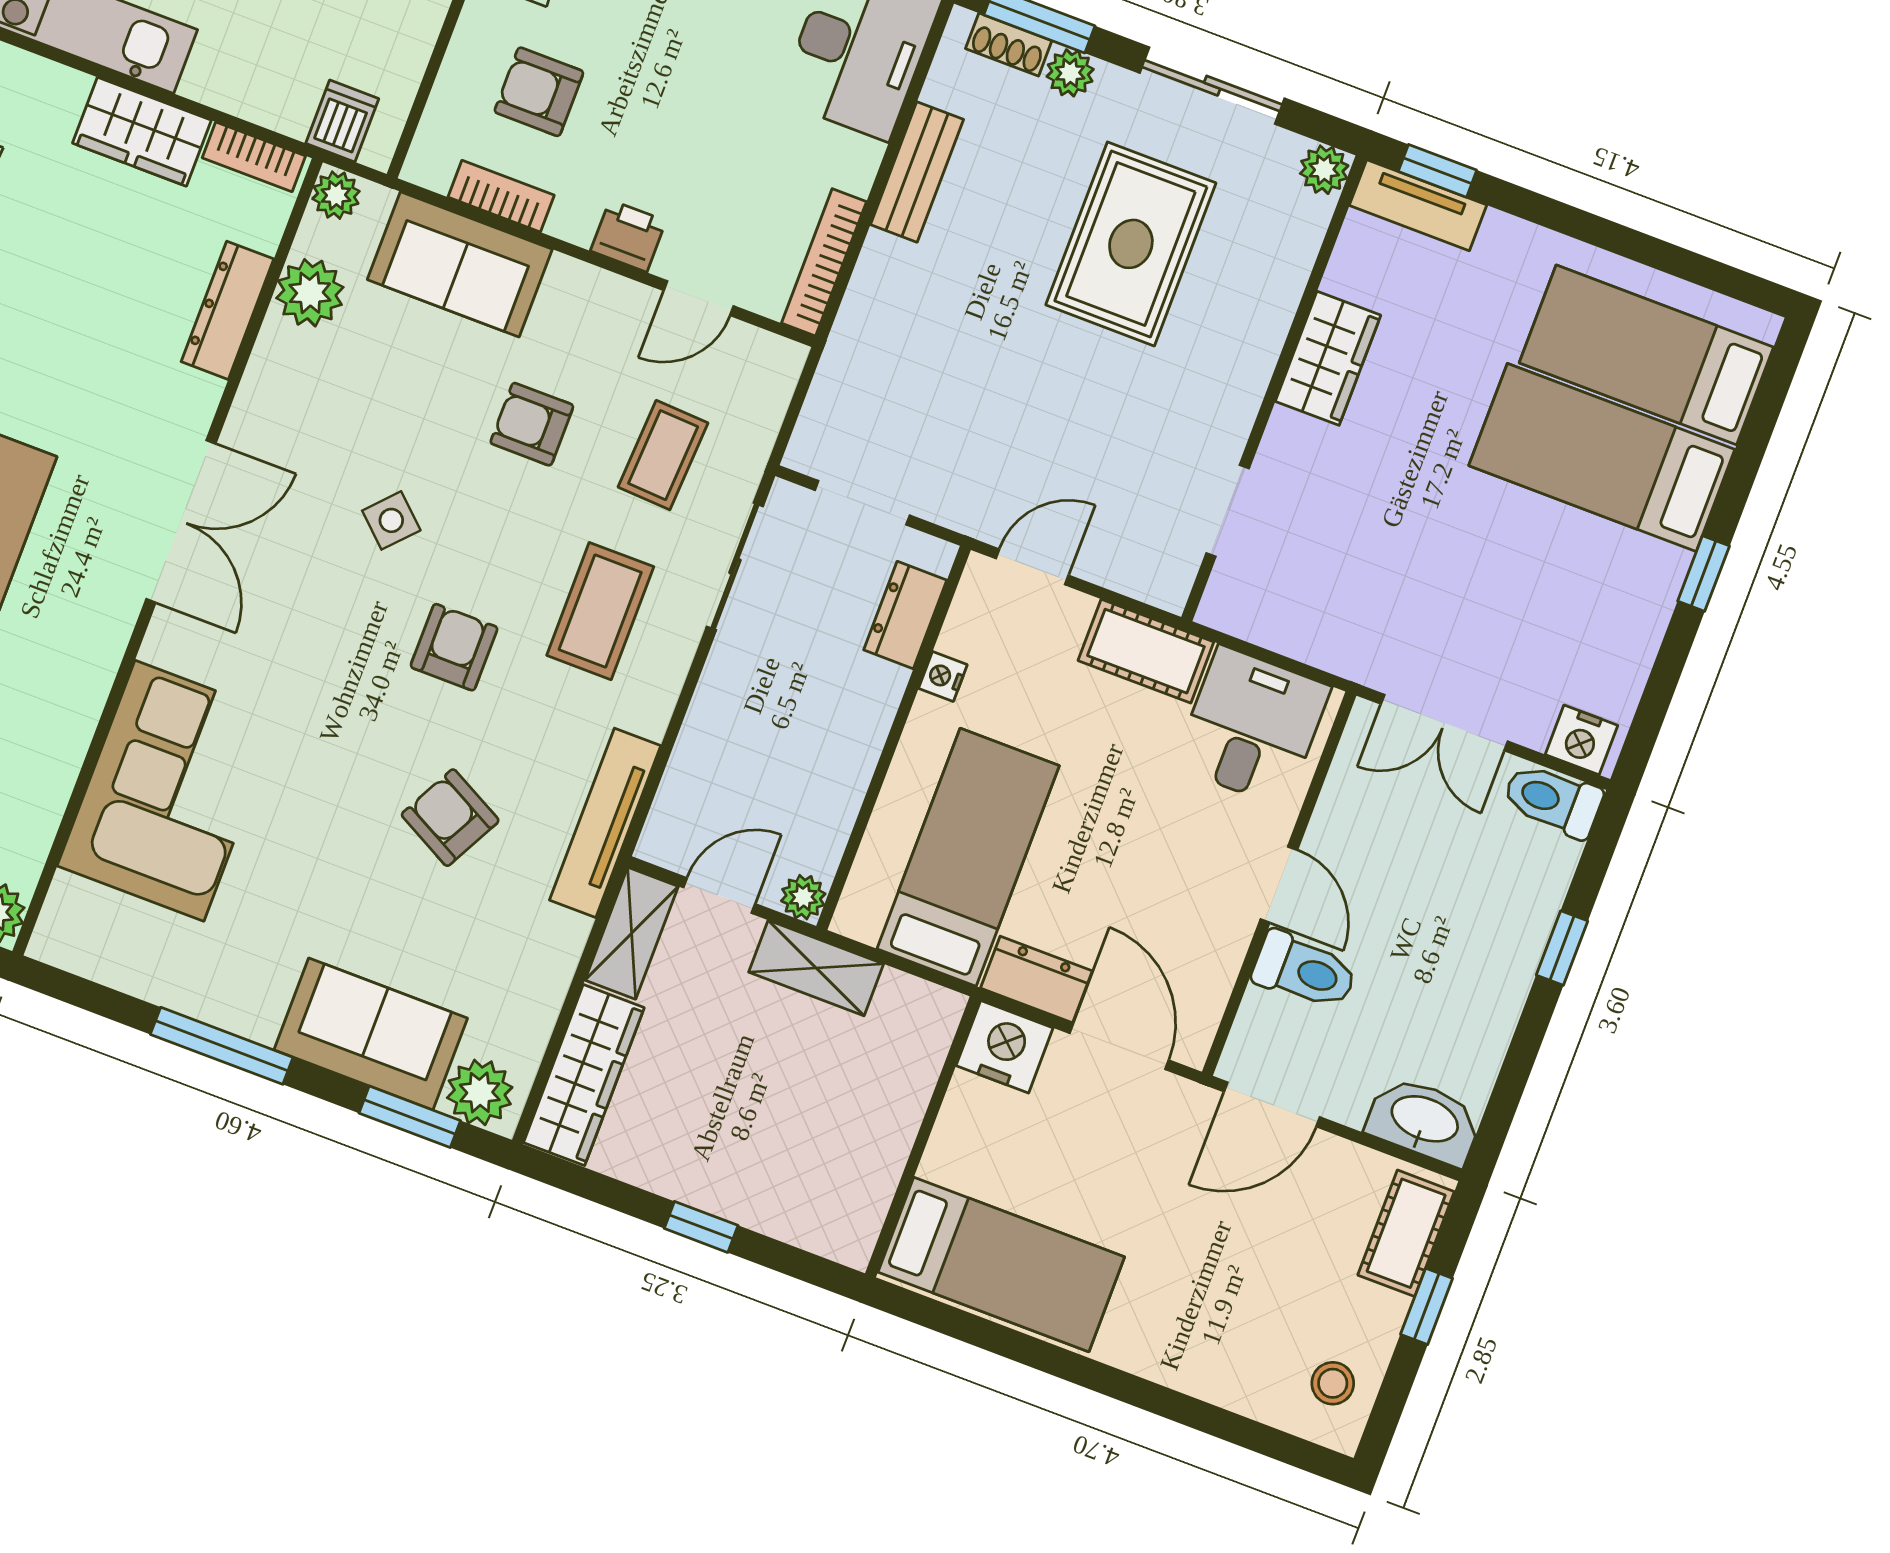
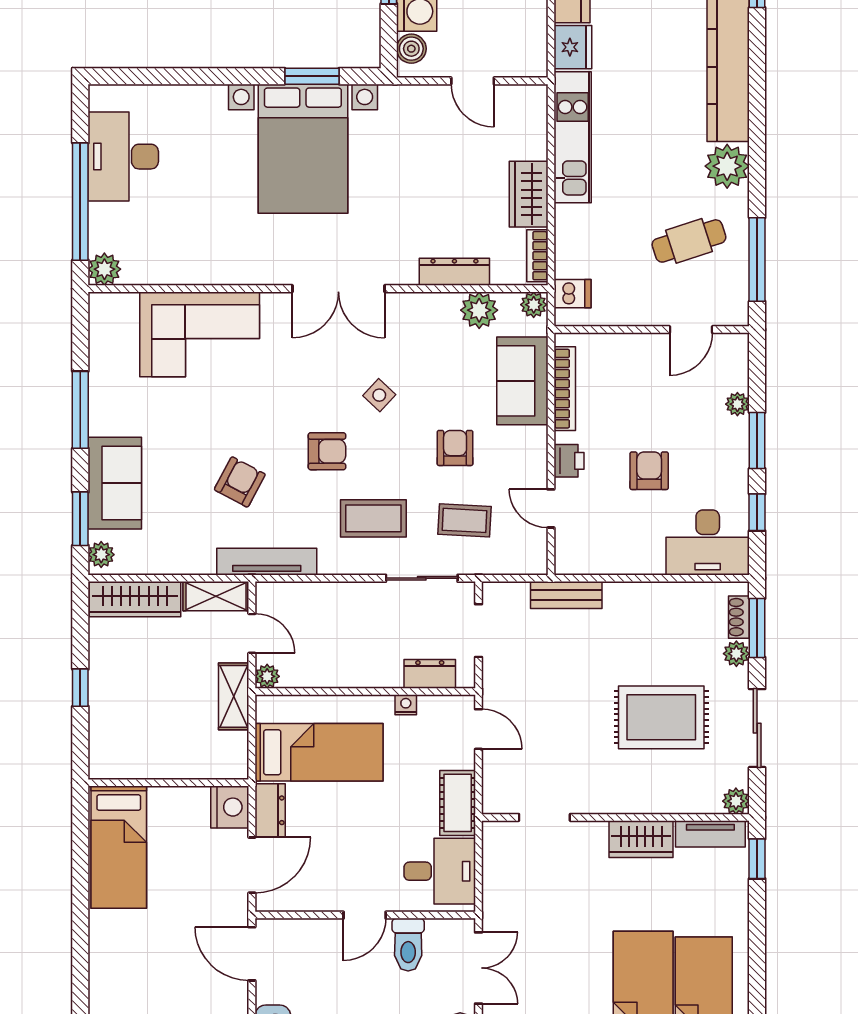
armchair: (539, 92) -> (649, 471), moved
bench: (917, 172) -> (566, 595), moved
bookcase: (501, 196) -> (565, 389), width x1.56
tv unit: (1418, 205) -> (710, 834), moved, turned -90
bookcase: (824, 262) -> (593, 565), removed
double door: (1444, 723) -> (478, 968), swing flipped
toilet: (1305, 971) -> (408, 945), moved
plant: (480, 1092) -> (101, 555), width x0.73, depth x0.73

